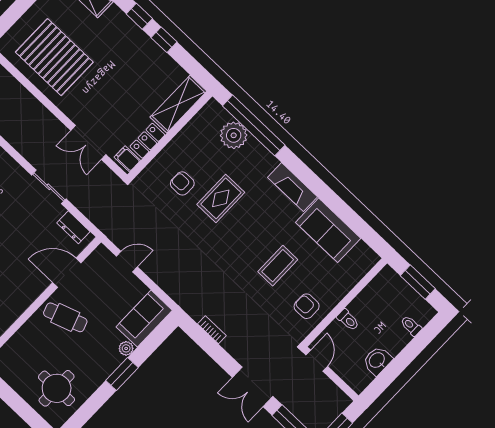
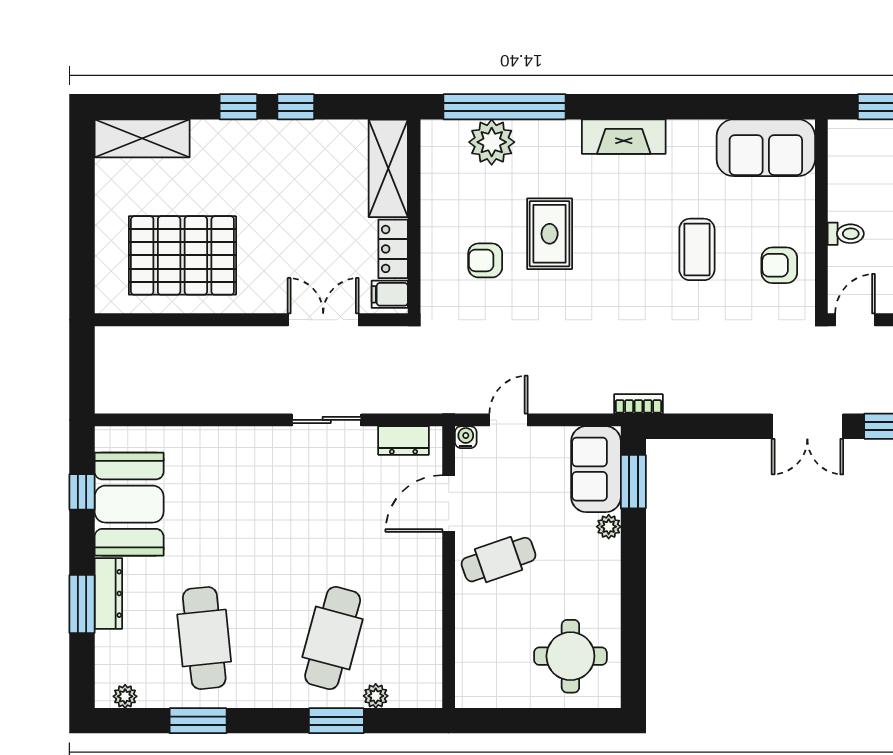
double door: (88, 142) -> (323, 320), swing flipped
sofa: (328, 230) -> (766, 148), moved
water cooler: (101, 251) -> (466, 437), added
bookcase: (212, 330) -> (638, 404), moved
door: (317, 361) -> (855, 320), hinge flipped
window: (122, 374) -> (633, 482), moved

